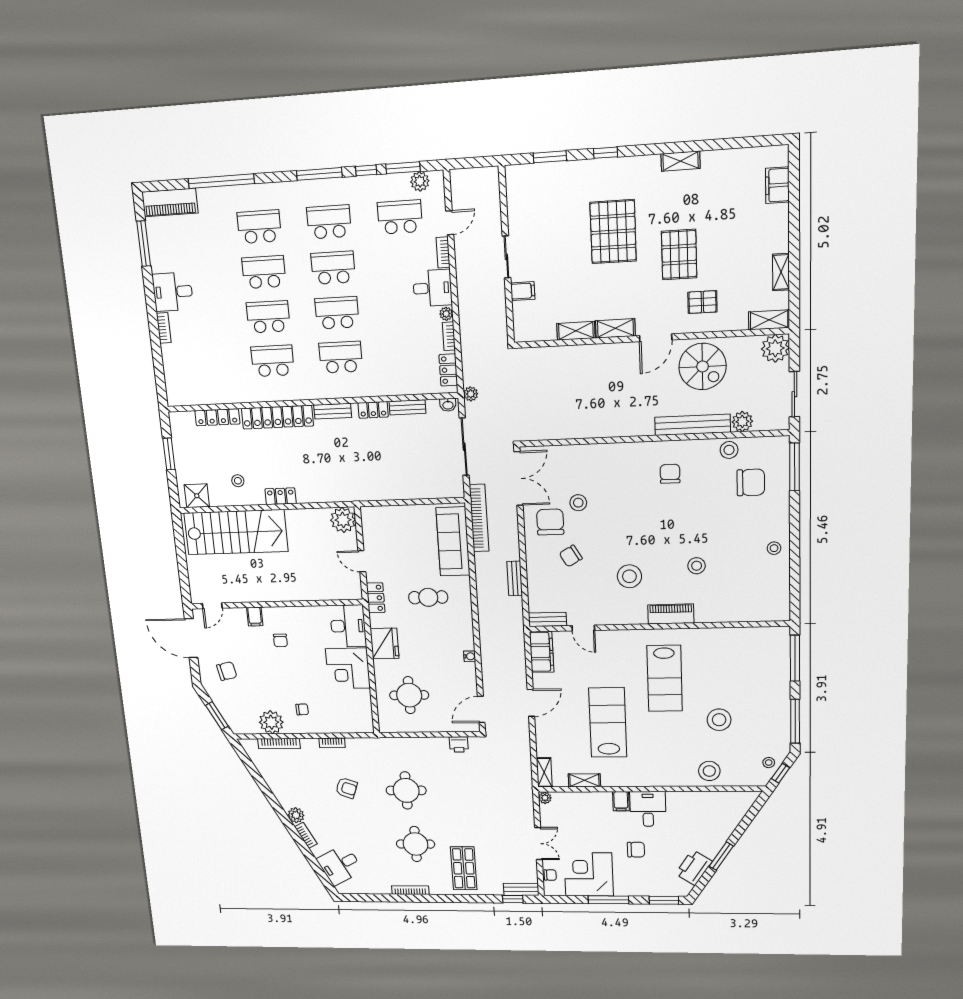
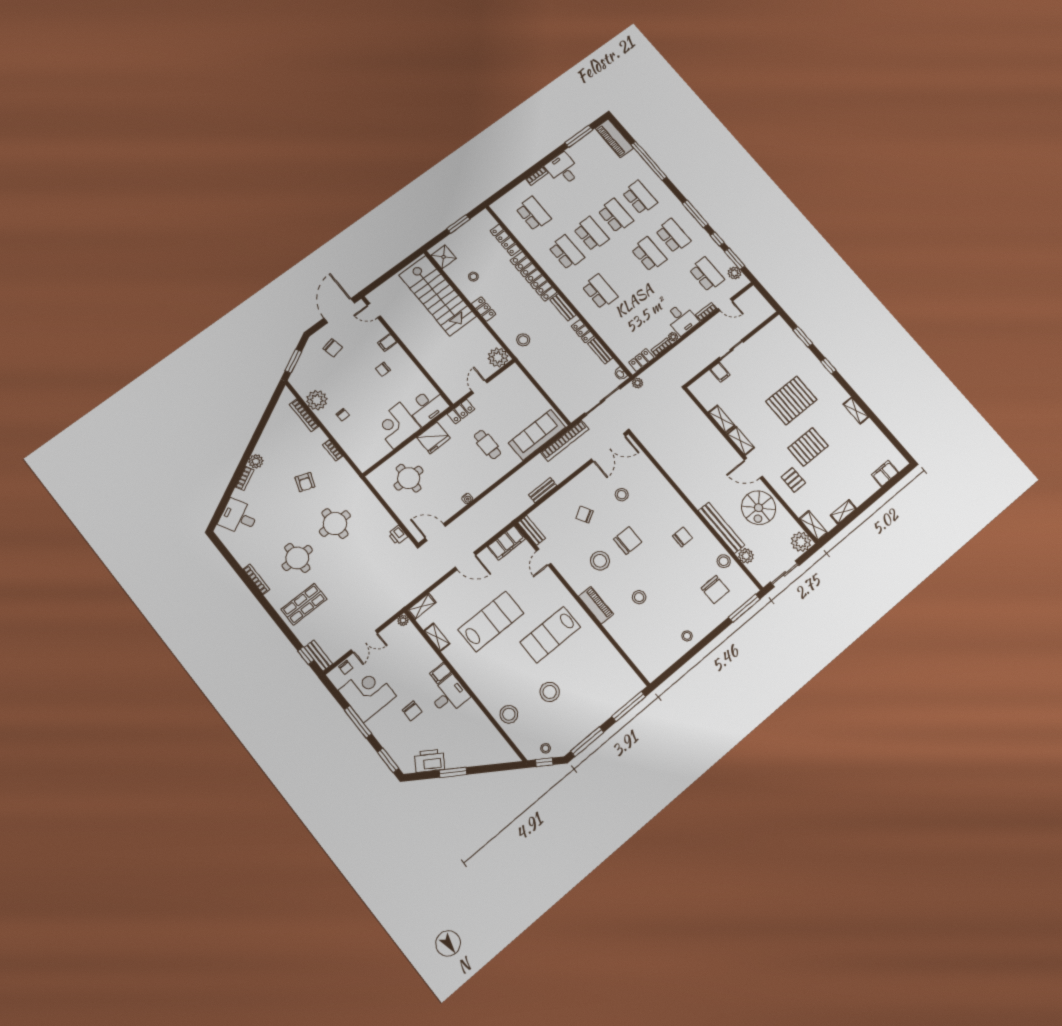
school desk: (337, 313) -> (533, 214), moved
stool: (341, 480) -> (523, 340), added
chair: (550, 522) -> (628, 541), moved

